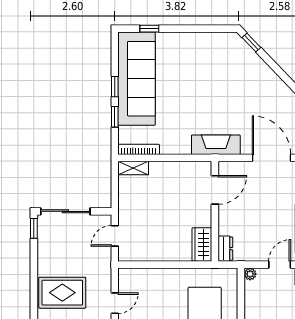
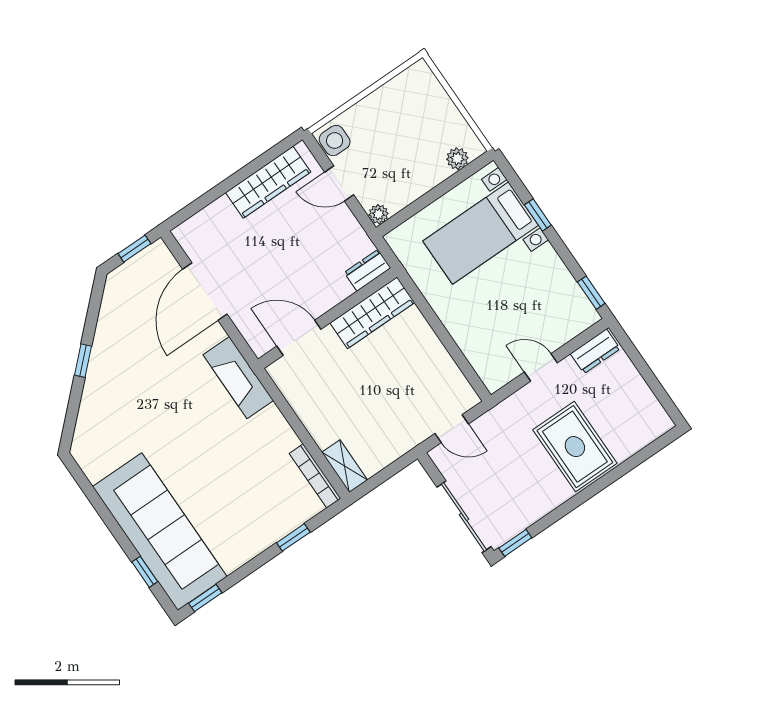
window: (251, 42) -> (83, 361), moved
sofa: (137, 79) -> (160, 532), moved, turned 90
window: (115, 87) -> (205, 598), moved
wardrobe: (202, 245) -> (372, 313), width x1.50

